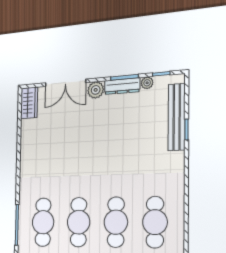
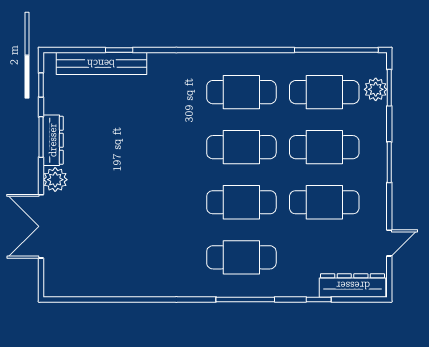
double door: (65, 83) -> (41, 226), swing flipped
plant: (147, 83) -> (52, 105), removed
wardrobe: (29, 103) -> (66, 284), removed

